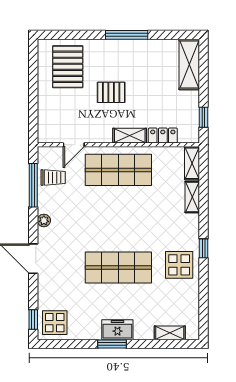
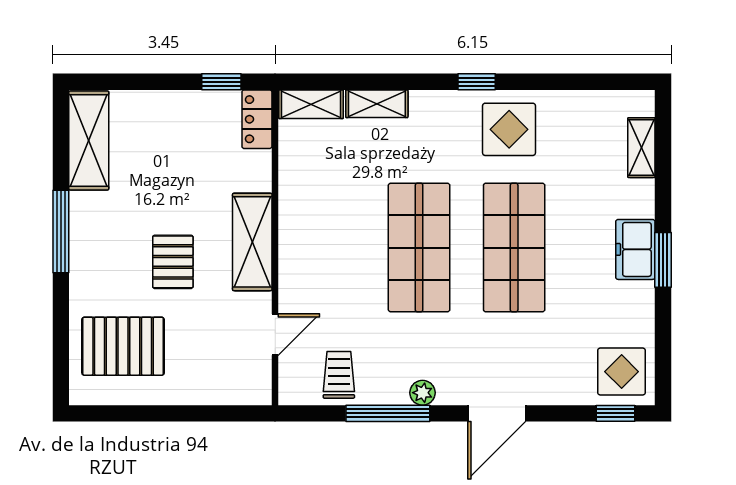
shelving: (189, 64) -> (89, 140), moved, turned 90
locker: (163, 135) -> (257, 119), moved
shelving: (130, 136) -> (252, 242), width x1.50, depth x1.33
door: (74, 145) -> (275, 335), hinge flipped
shop shelf: (118, 170) -> (419, 248), moved
window: (33, 185) -> (388, 413), moved

